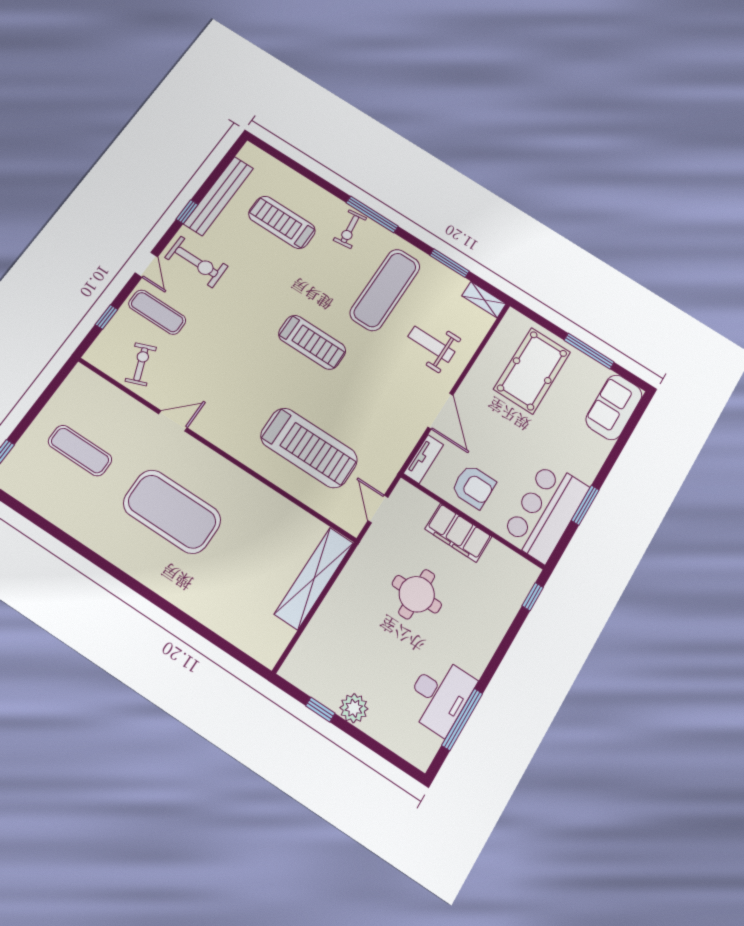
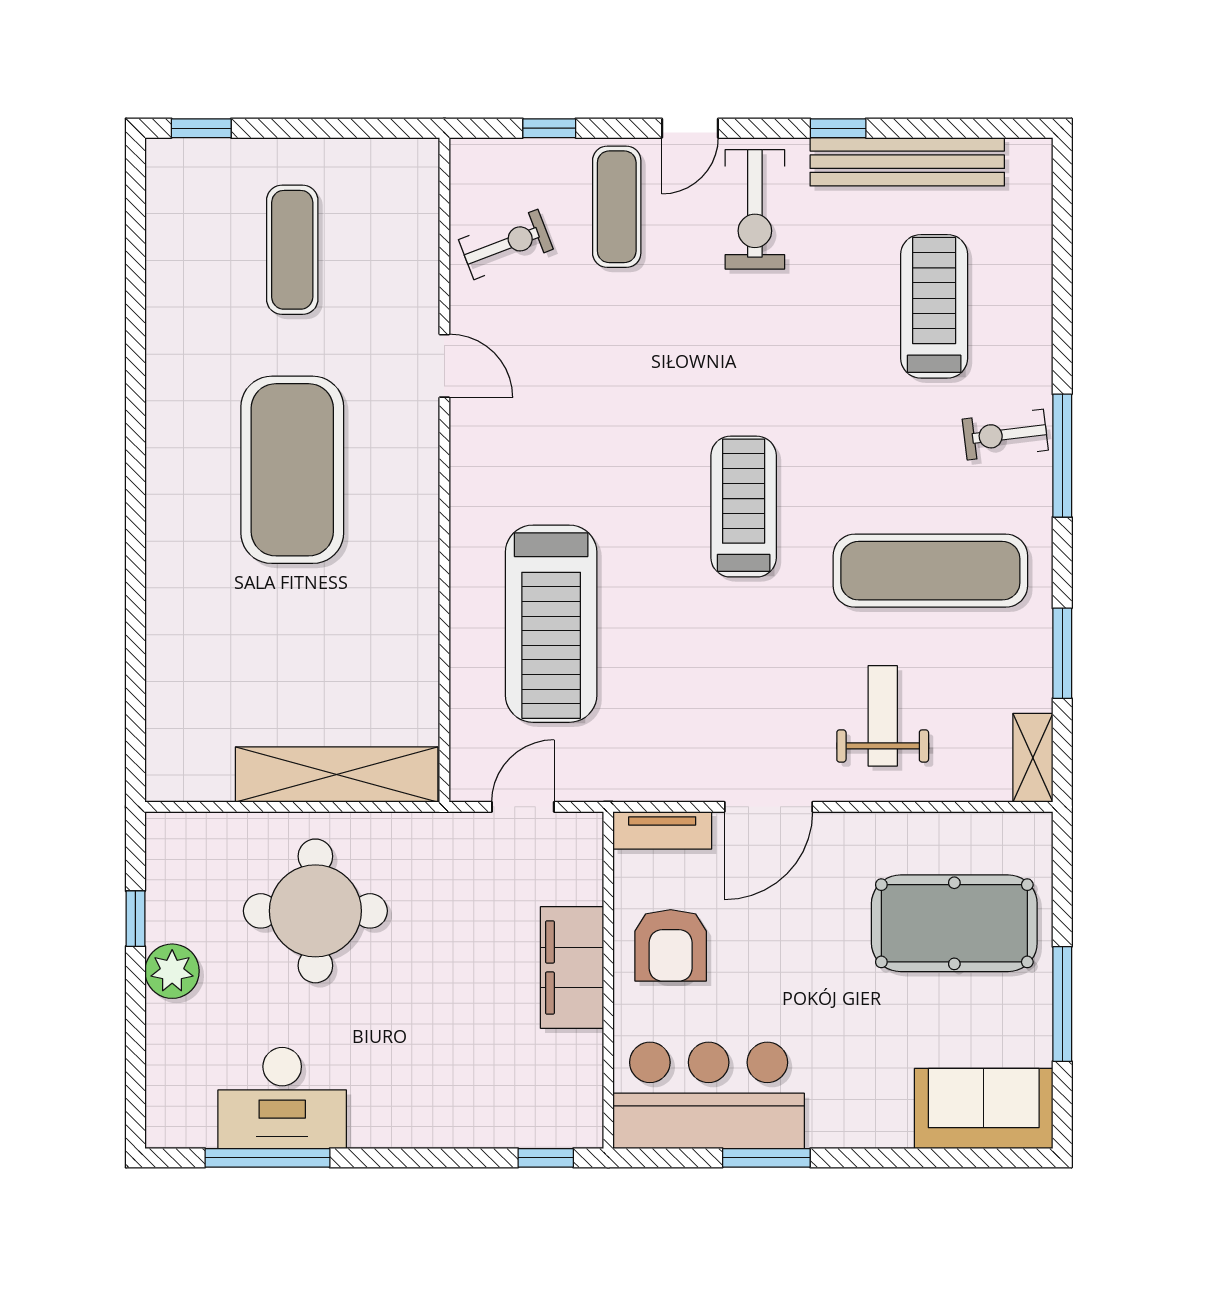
treadmill: (312, 342) -> (744, 507), turned 180
round table: (417, 594) -> (315, 911), moved, width x1.36, depth x1.36

